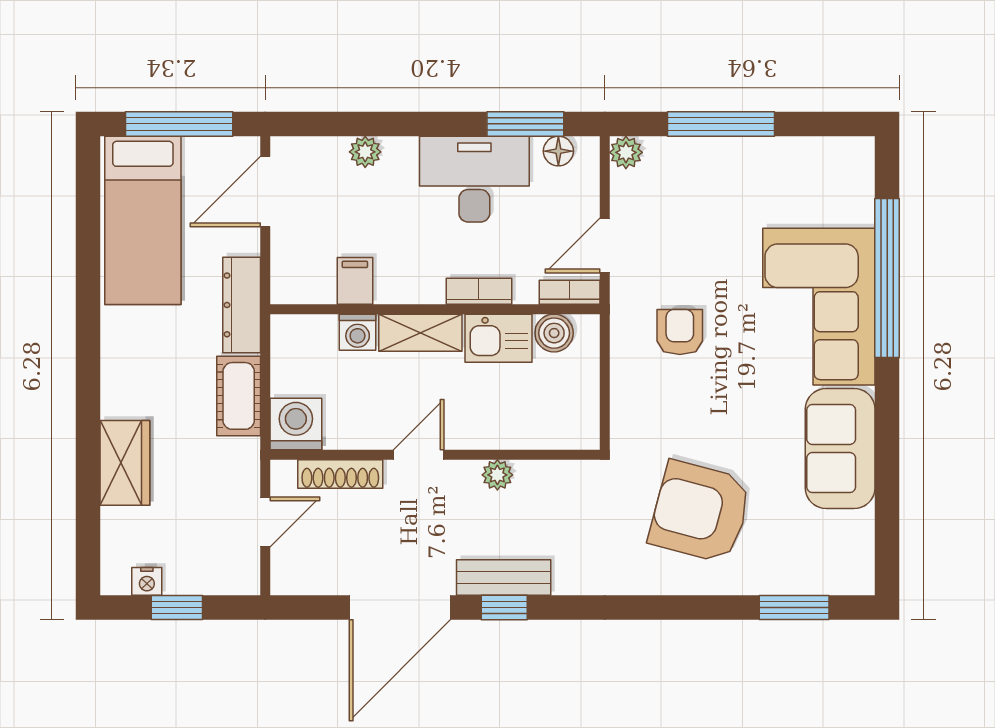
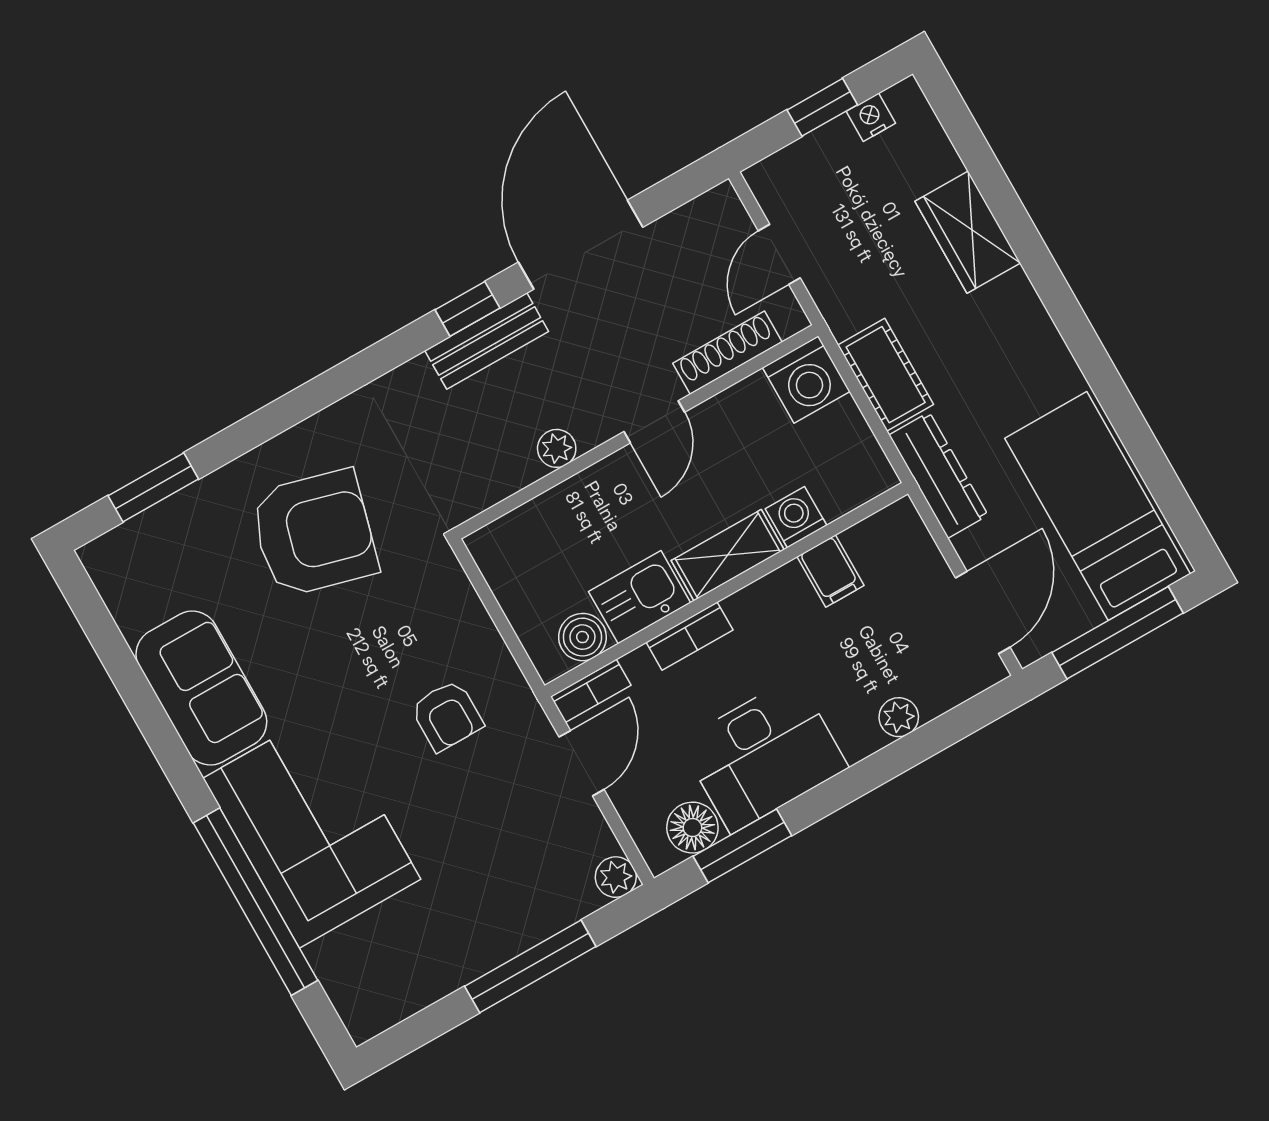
floor lamp: (558, 151) -> (692, 828), width x1.37, depth x1.37

